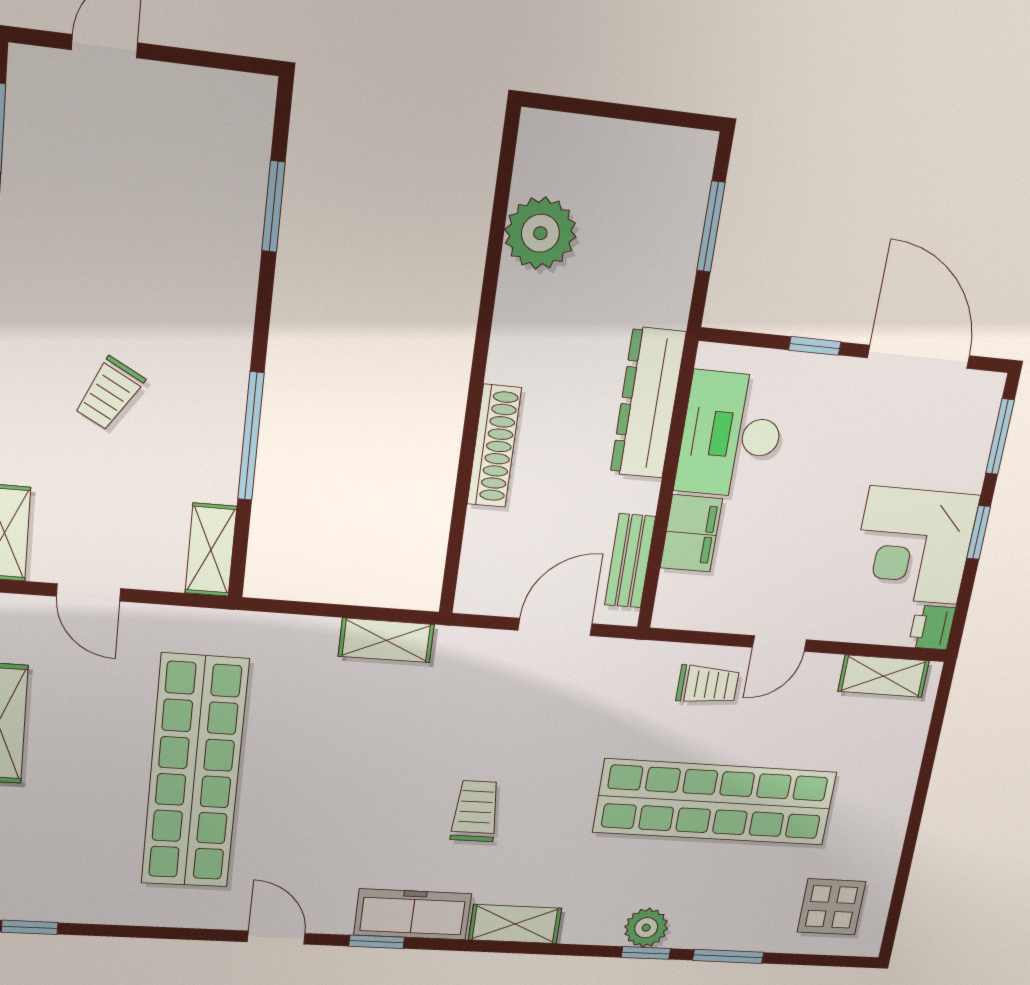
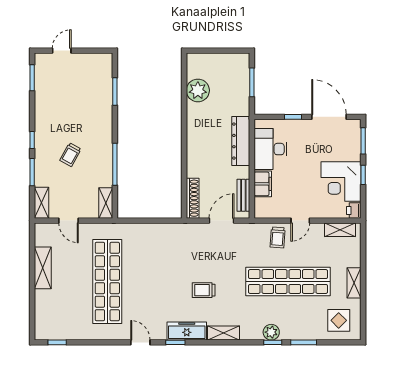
shoe rack: (494, 446) -> (193, 198), moved
shelving: (386, 640) -> (354, 283), moved, turned 90
trolley: (708, 685) -> (278, 237), turned 94
trolley: (476, 811) -> (204, 290), turned -90

